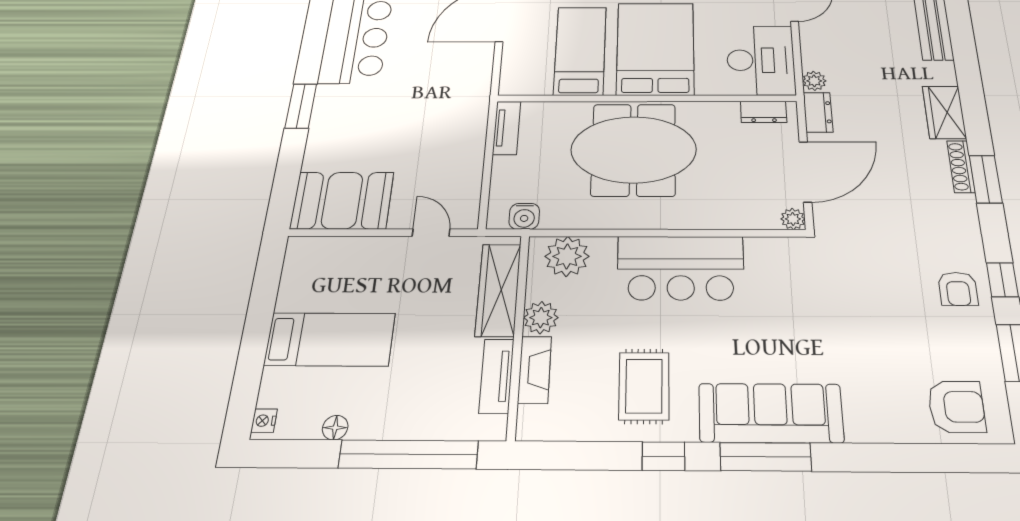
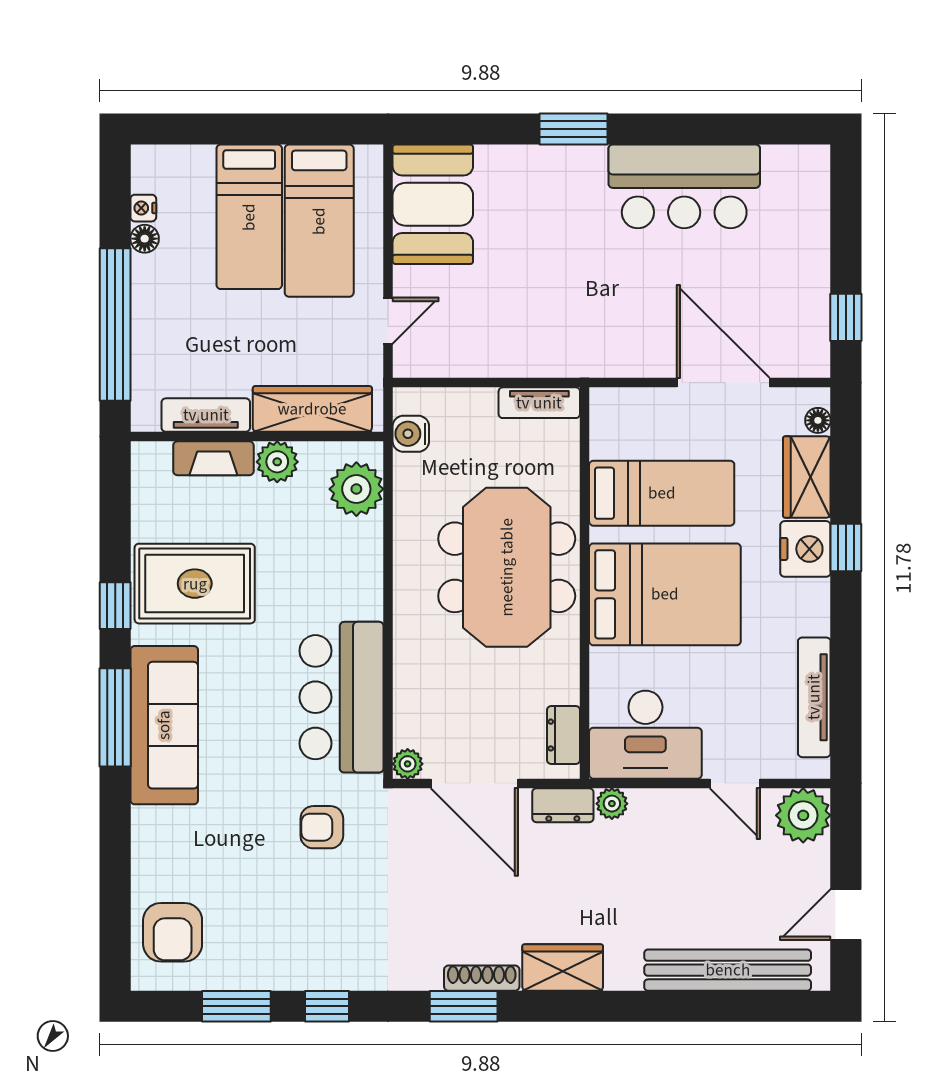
bar counter: (681, 268) -> (341, 697), moved
bed: (342, 284) -> (319, 221), added
armchair: (958, 289) -> (322, 827), moved
rug: (644, 386) -> (195, 584), width x1.36, depth x1.43
nightstand: (264, 421) -> (143, 208), moved, turned -90

